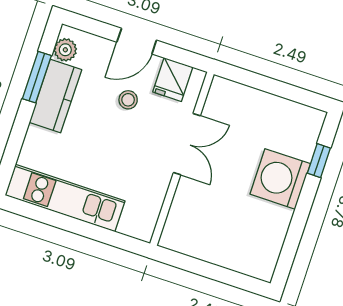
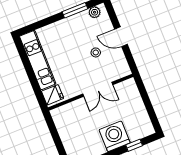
fridge: (173, 80) -> (53, 95), moved, turned 180
kitchen counter: (55, 96) -> (74, 23), removed

